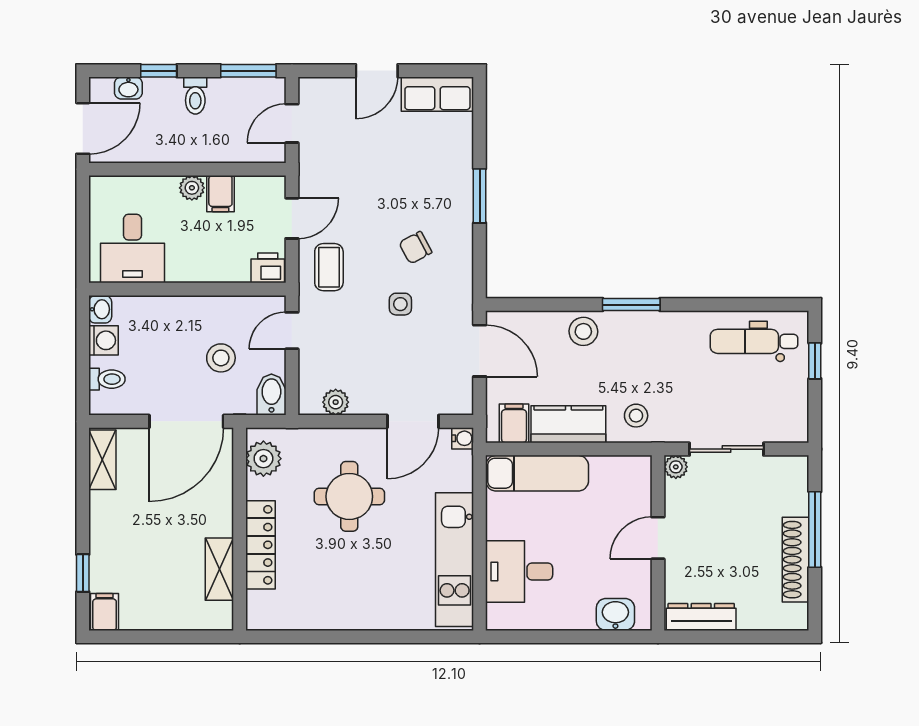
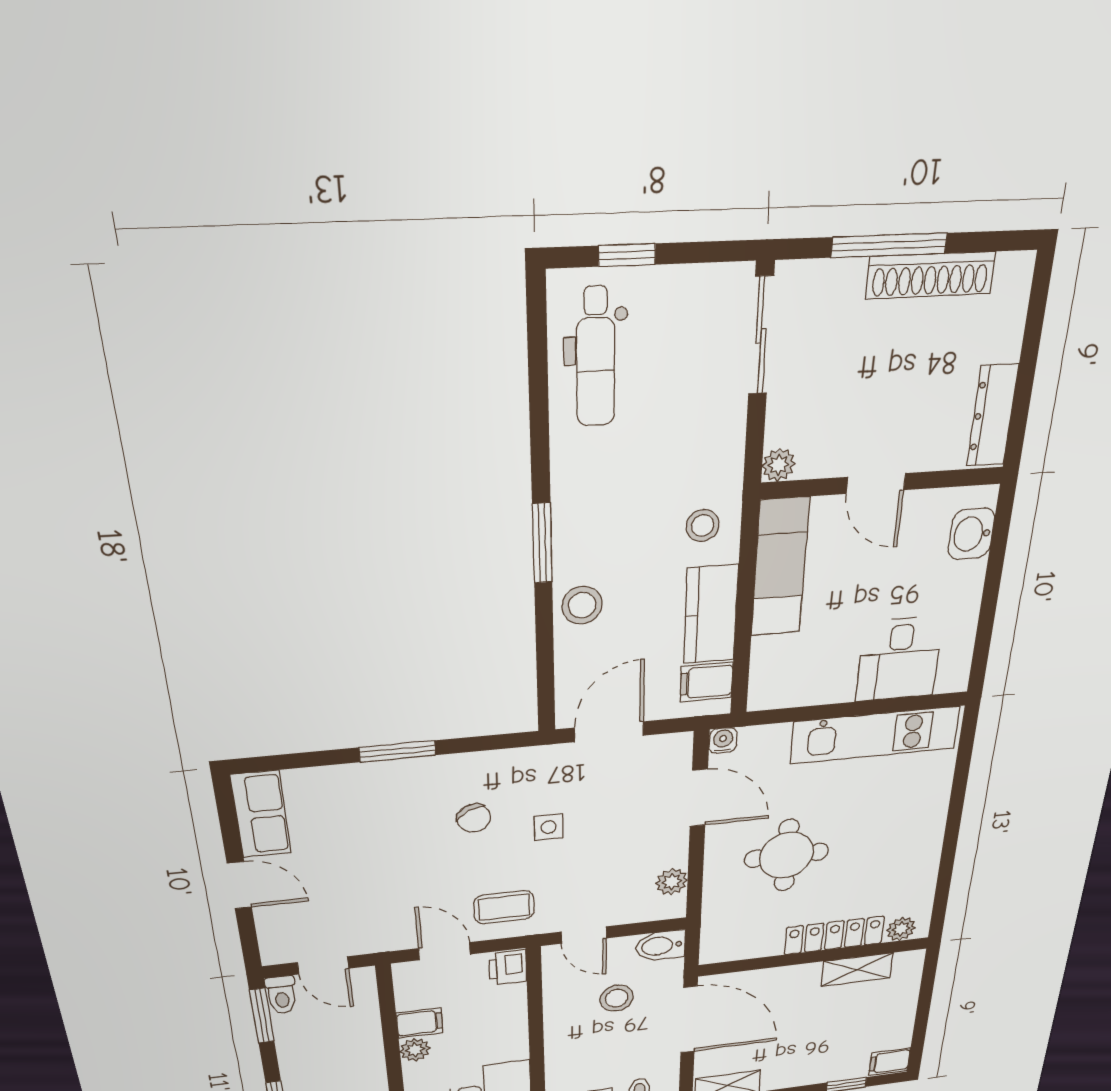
toilet: (195, 96) -> (282, 995), moved, turned 90
sliding door: (726, 449) -> (761, 336), moved
plant: (263, 459) -> (901, 929), moved, width x0.73, depth x0.73
exam couch: (537, 473) -> (780, 568), moved

